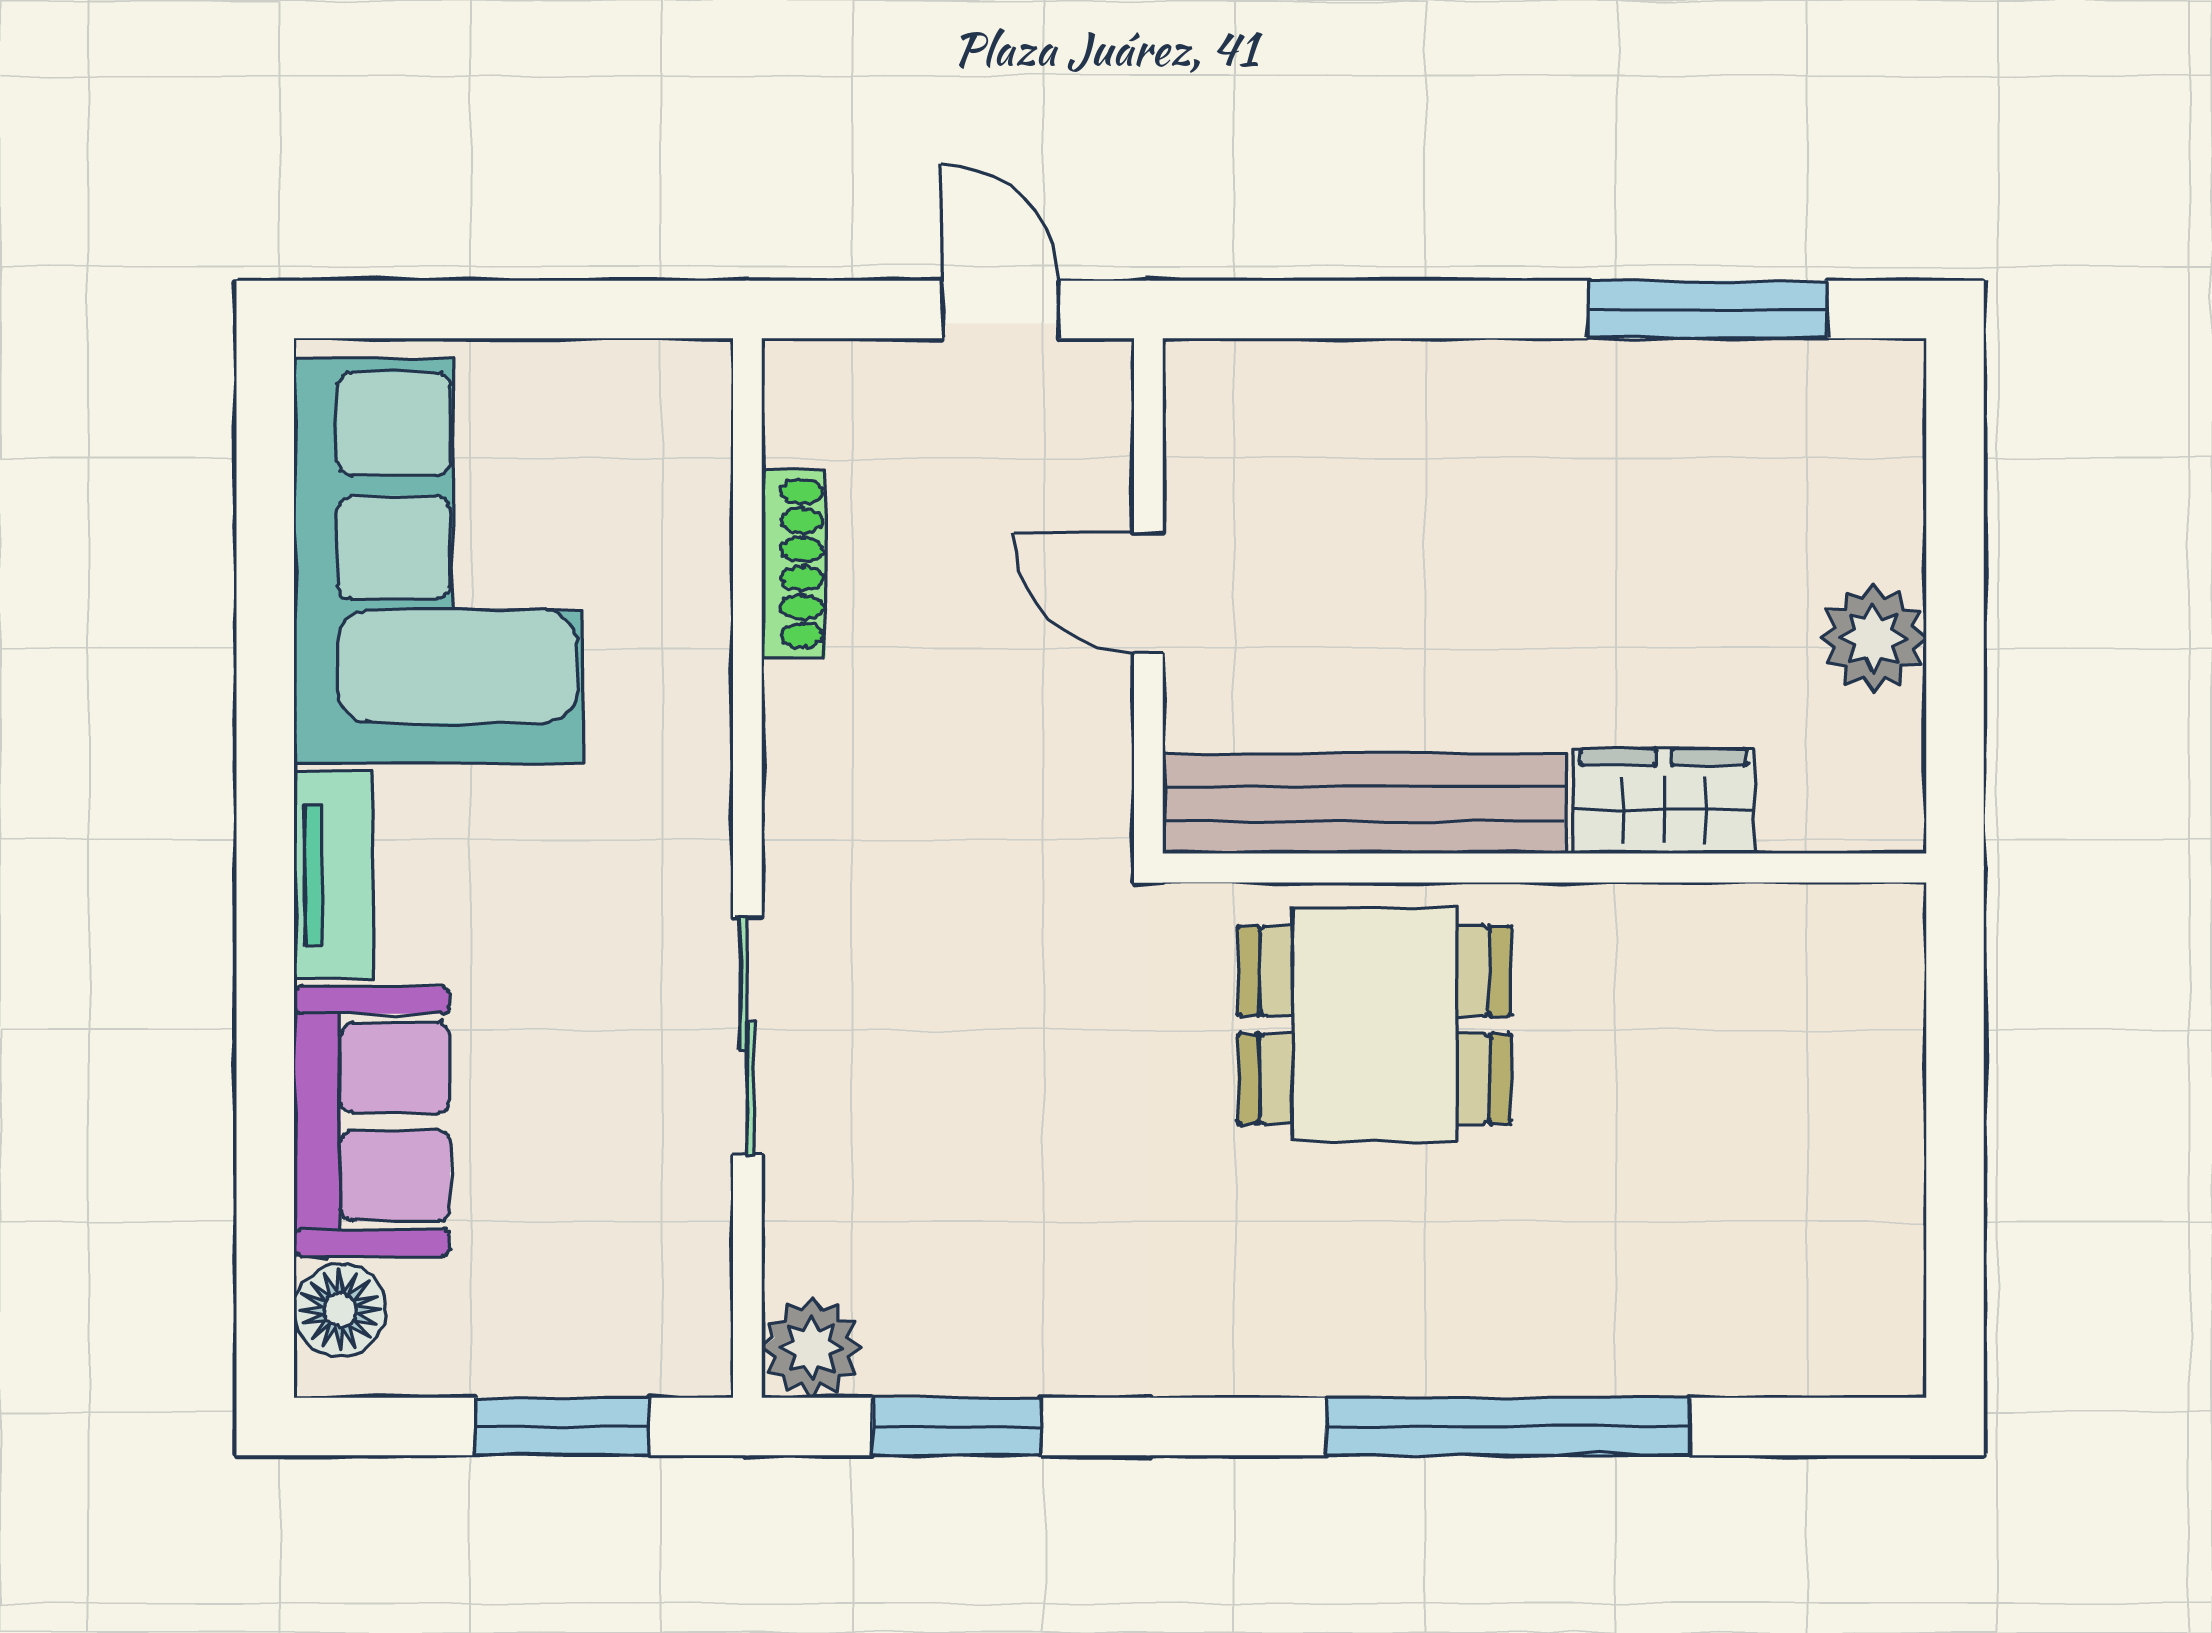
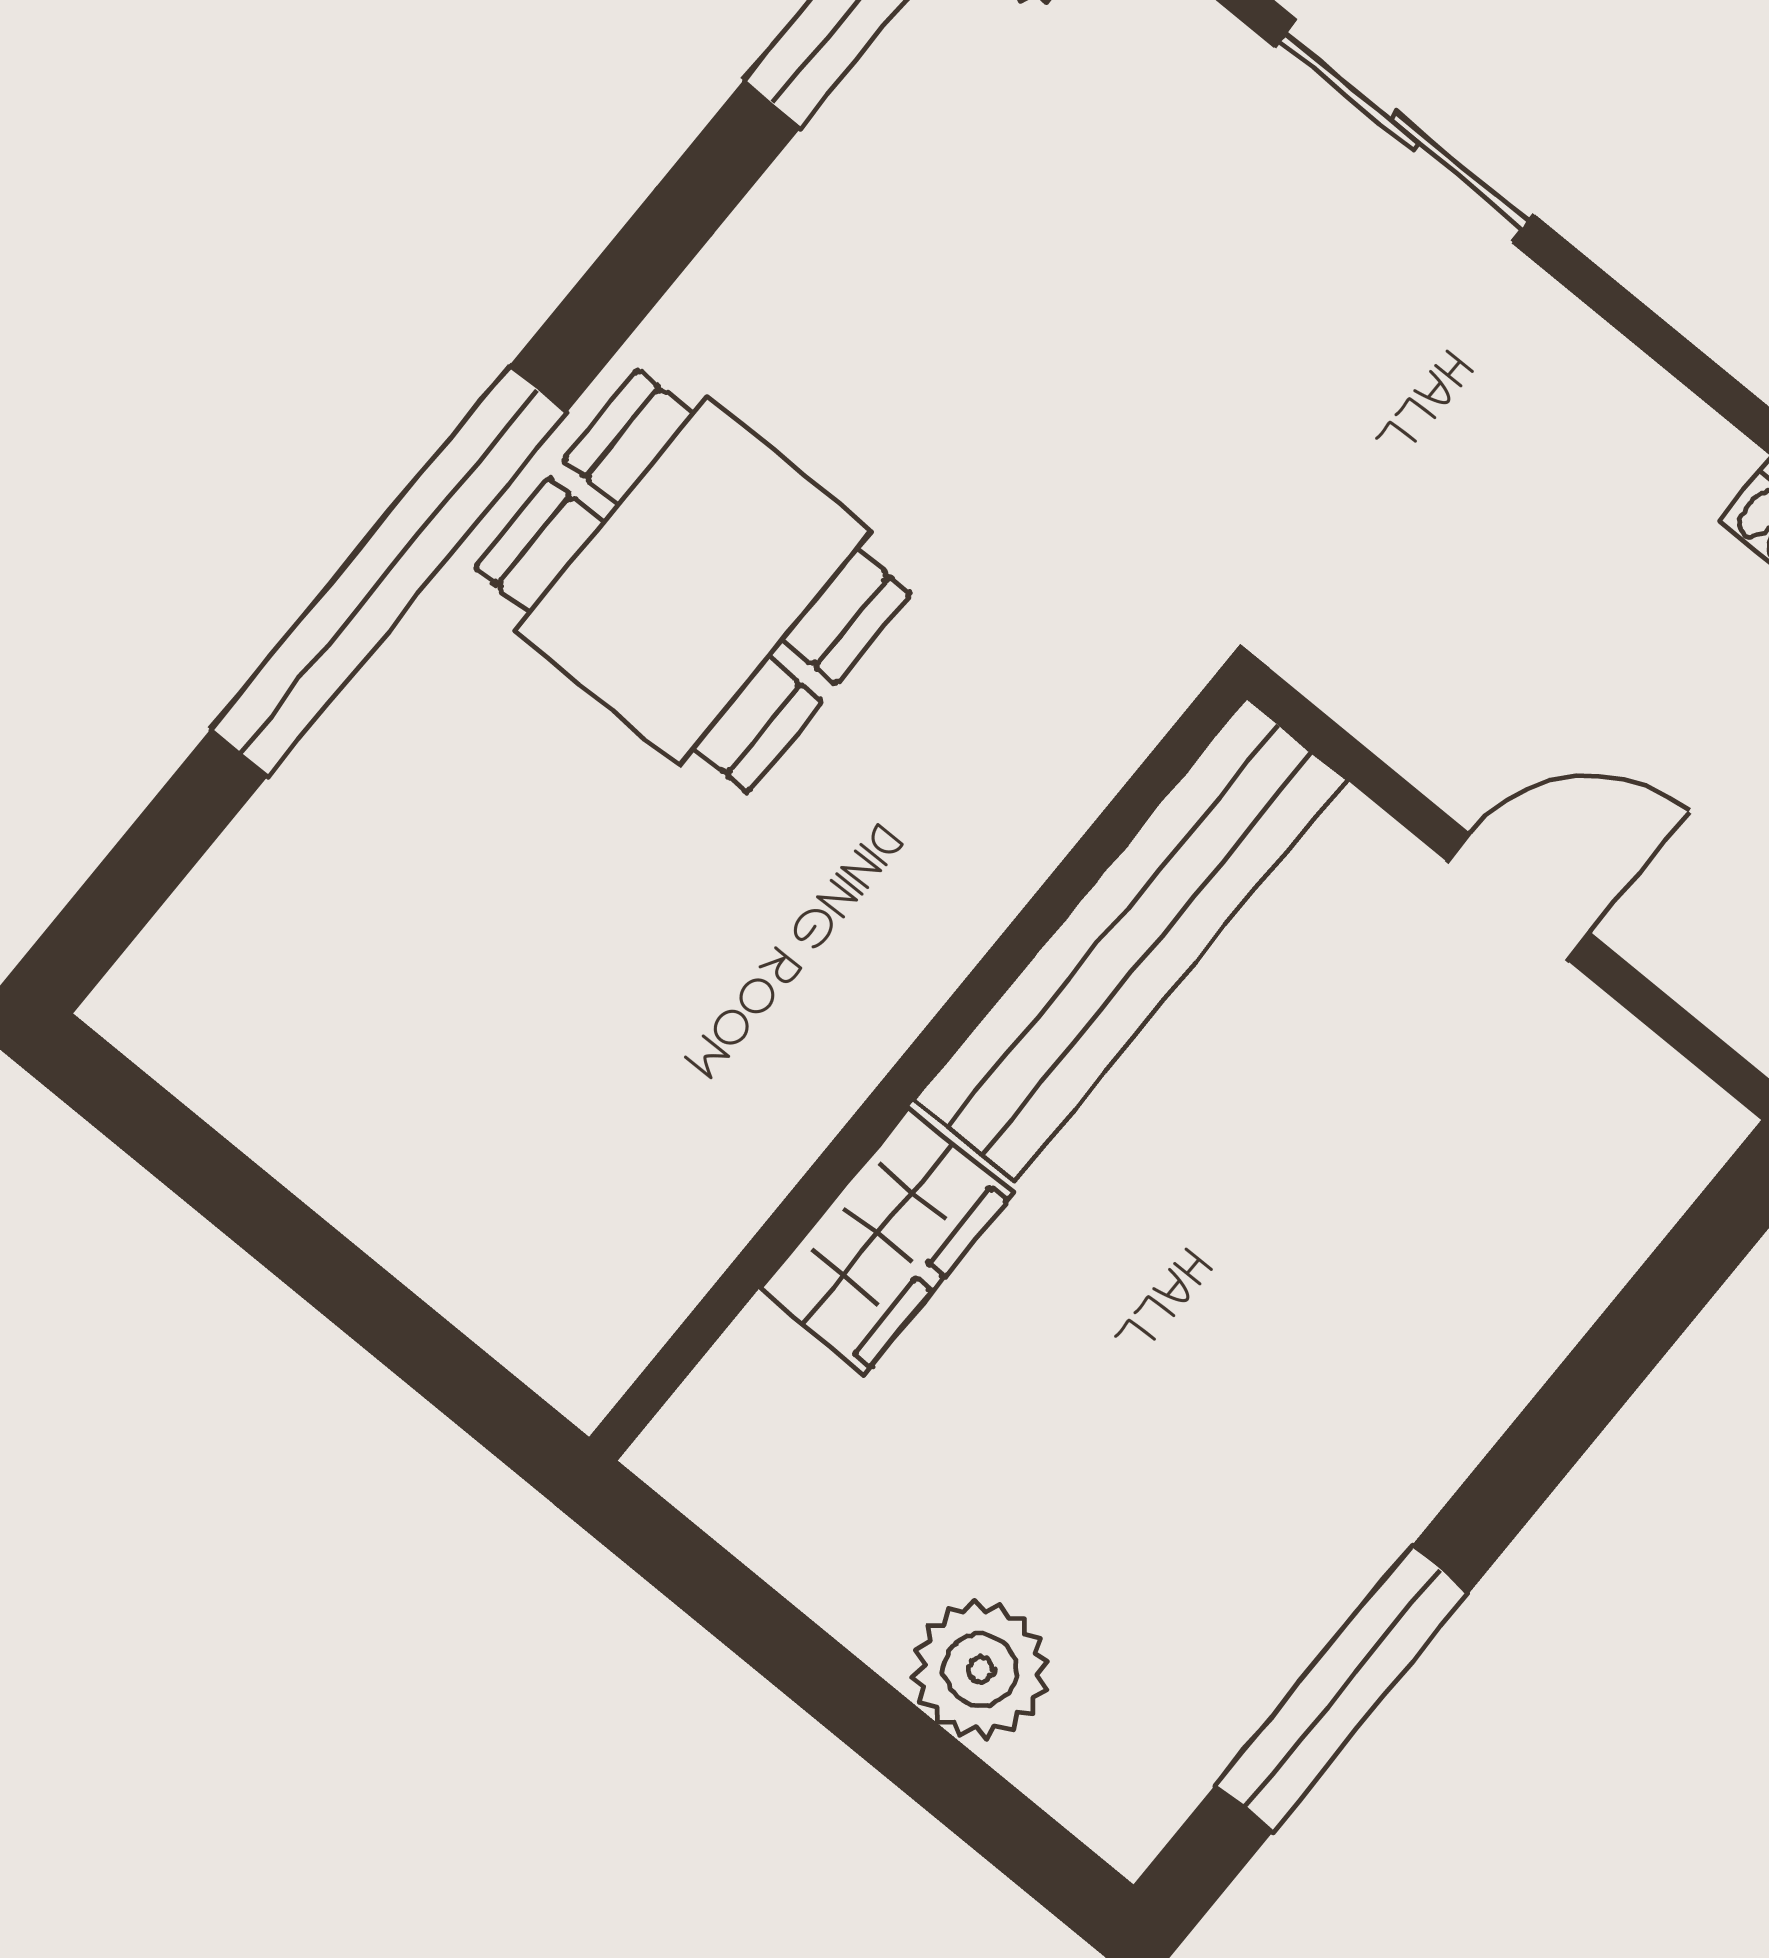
plant: (1873, 638) -> (981, 1670), moved
dining table: (1374, 1025) -> (693, 581), moved, turned 90

